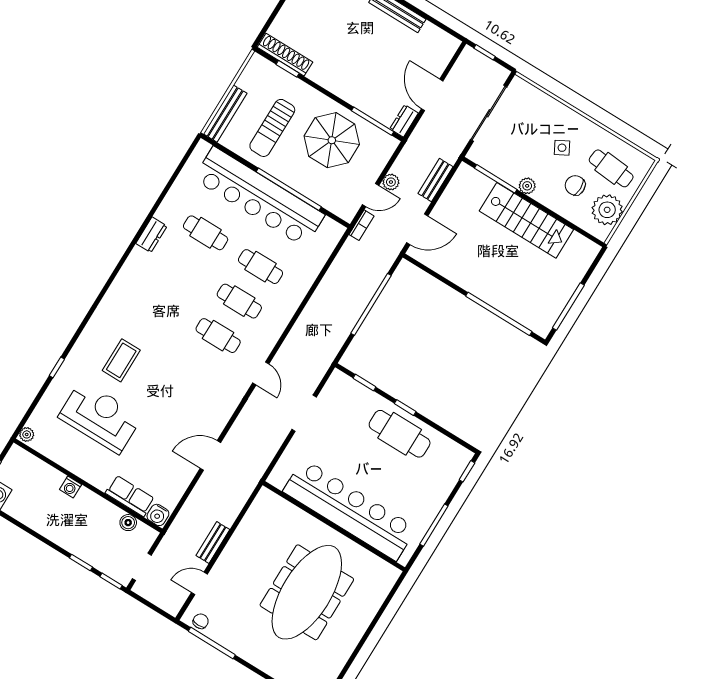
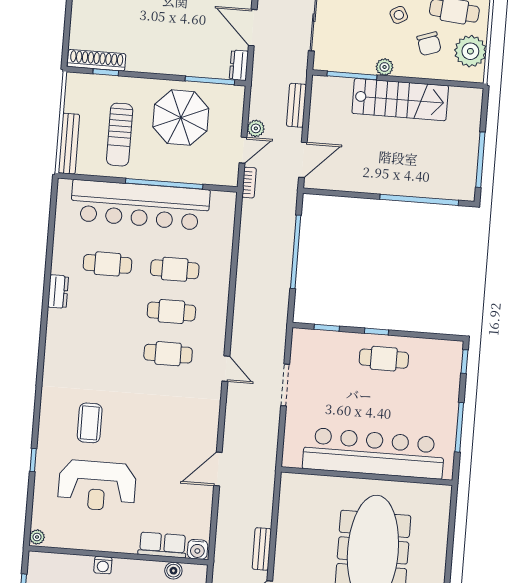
chair: (575, 185) -> (429, 44), turned -109
reception desk: (100, 417) -> (97, 486), turned 180
cafe table: (400, 434) -> (384, 359), width x0.73, depth x0.74

